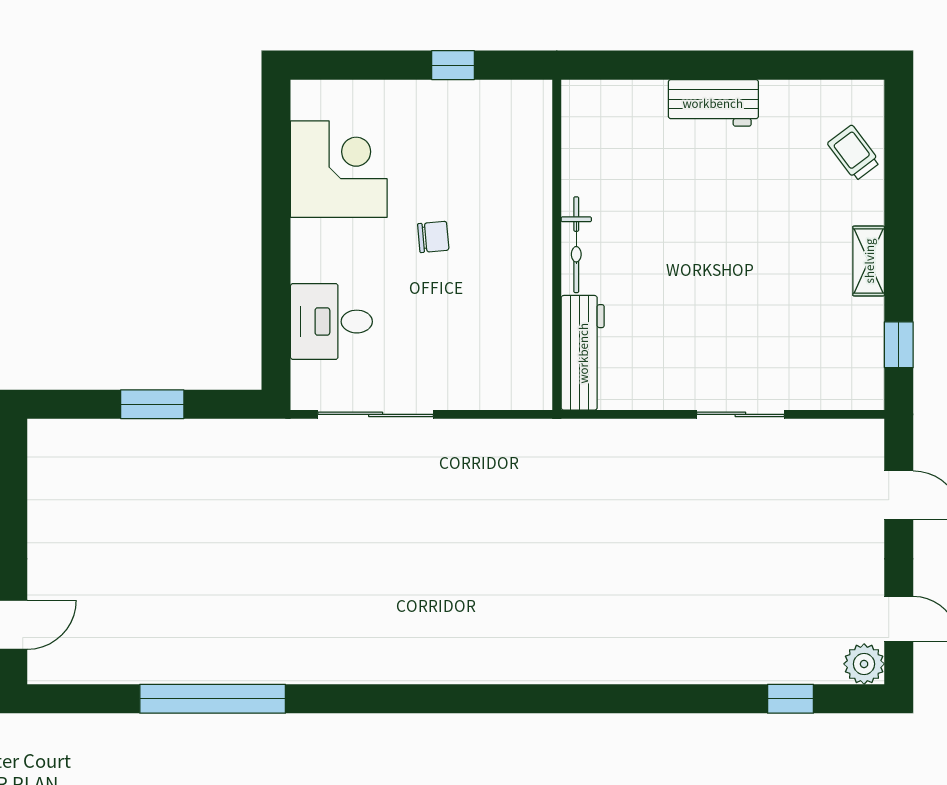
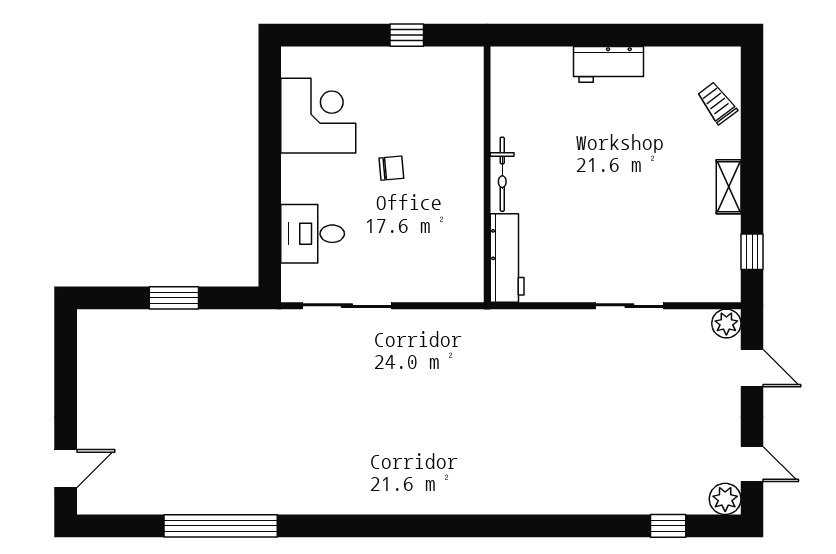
plant: (866, 437) -> (726, 323), added

